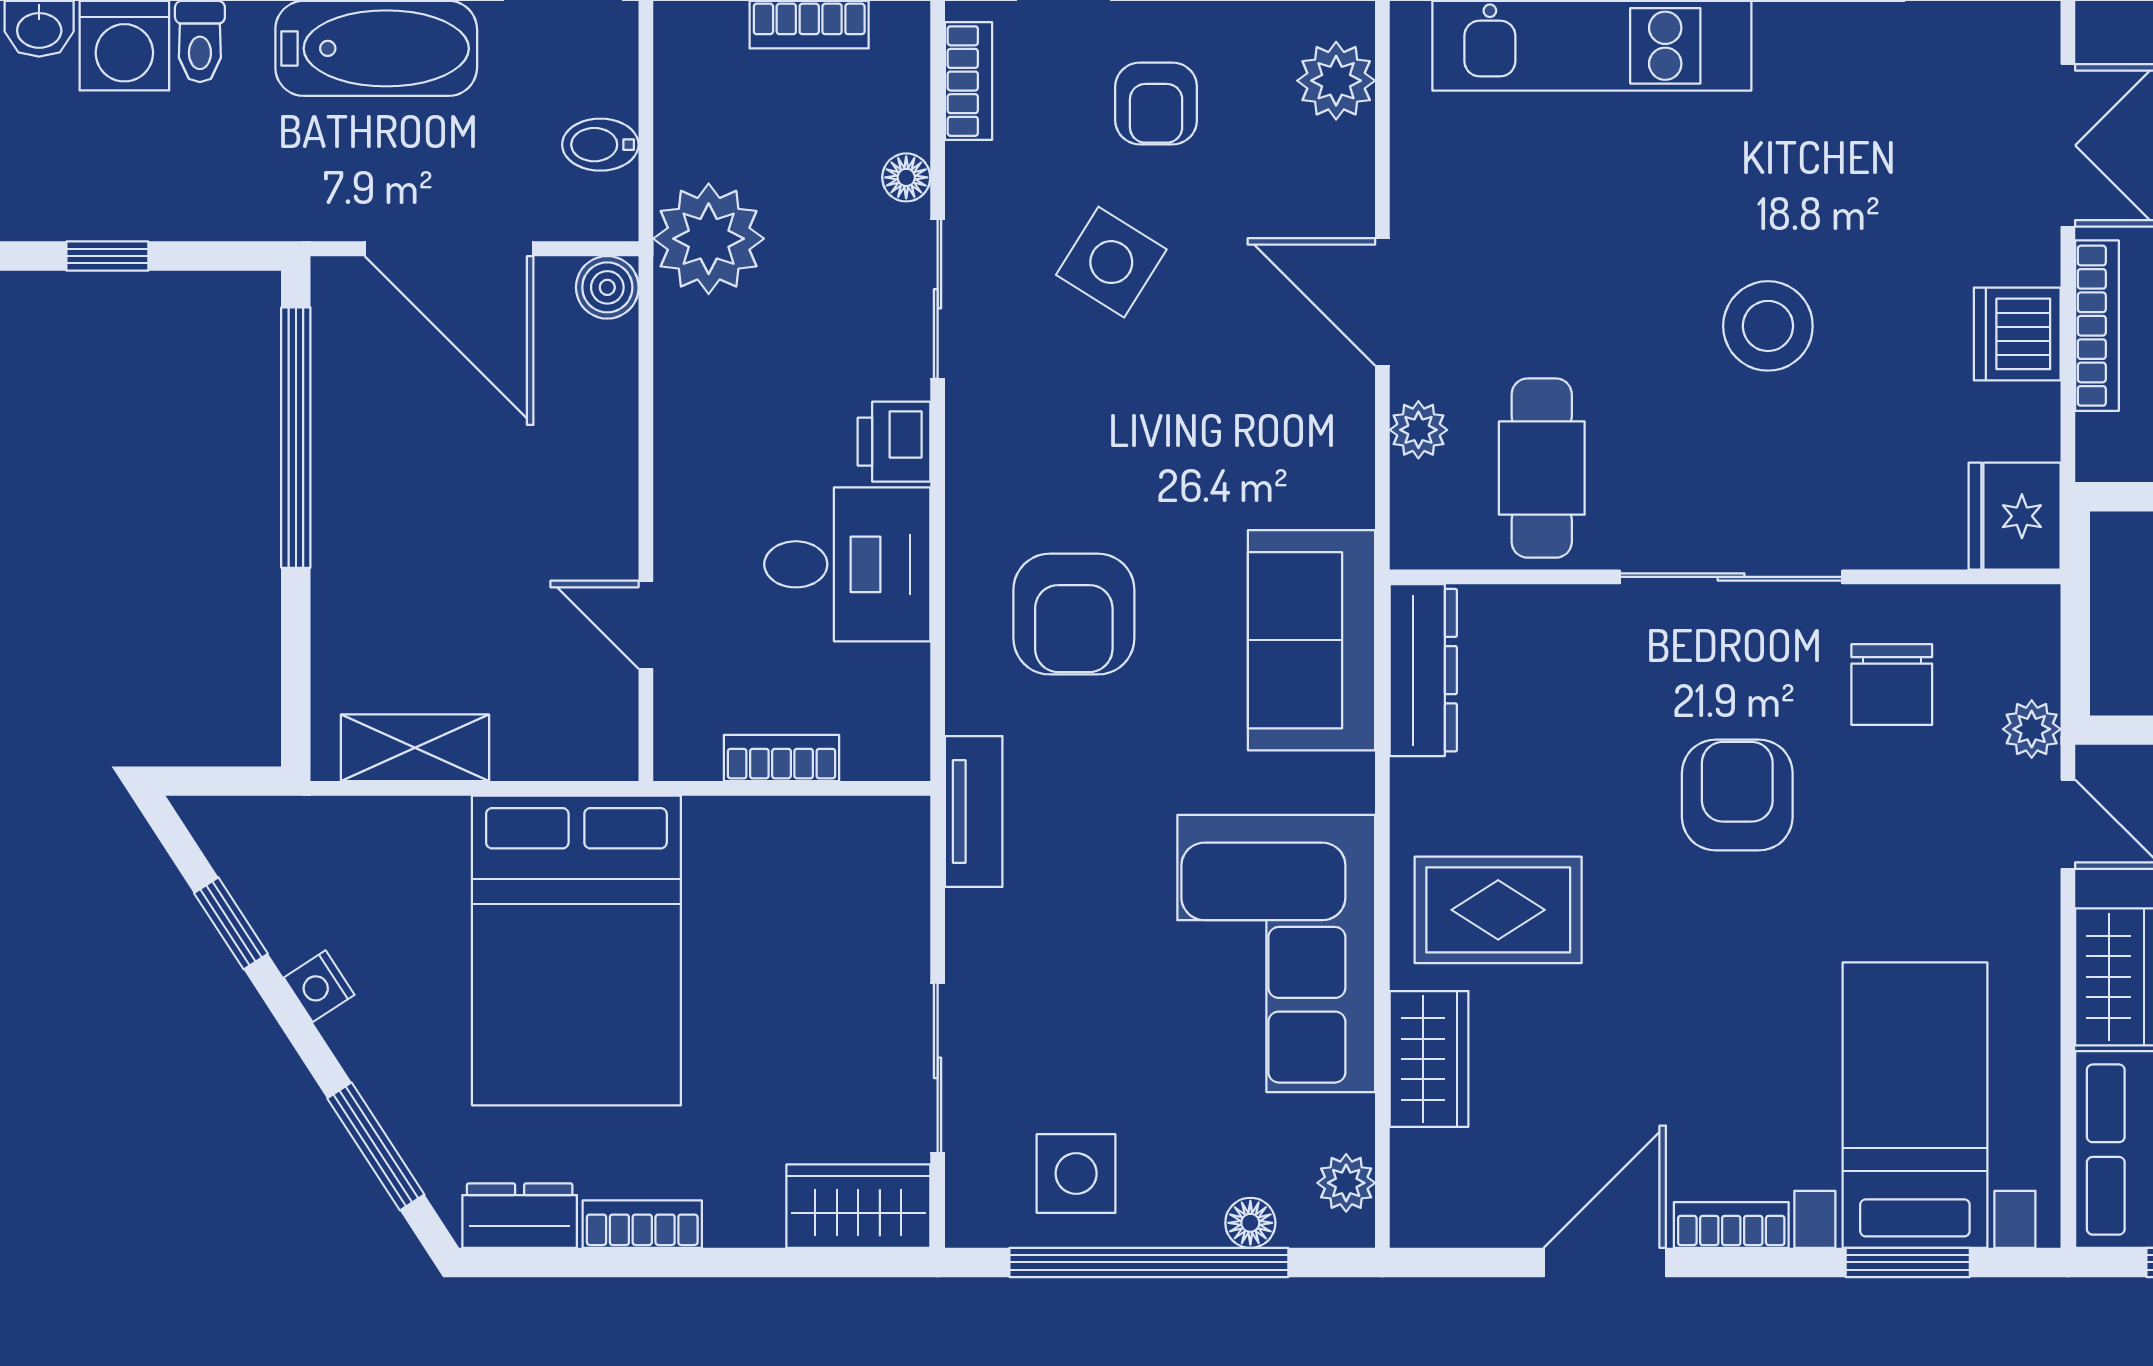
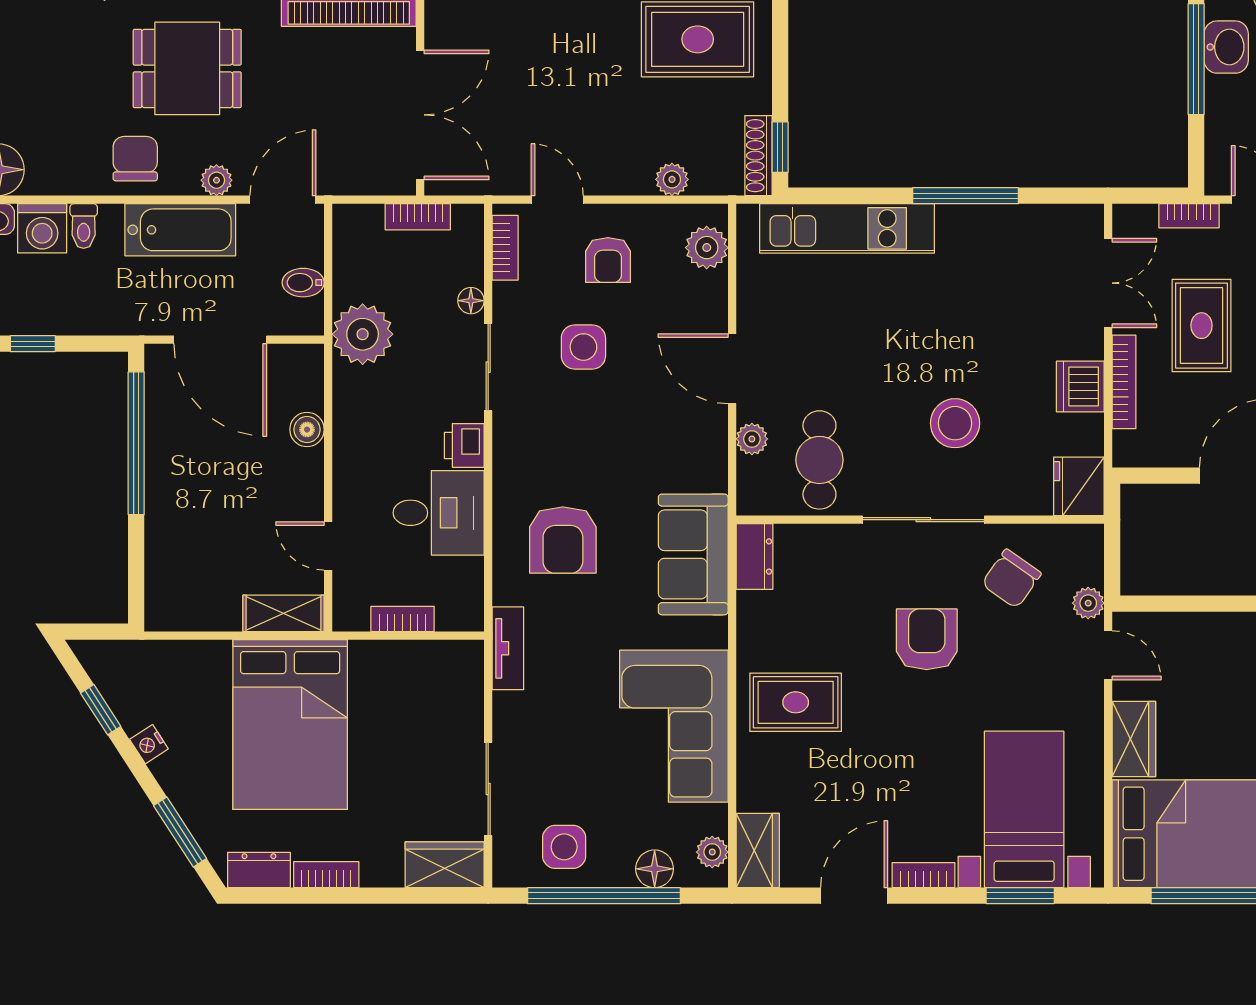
side table: (1111, 262) -> (583, 347), turned -32
boiler: (607, 287) -> (307, 430), moved
stool: (1768, 326) -> (955, 423), moved
dresser: (1423, 670) -> (755, 556), width x0.70
chair: (1892, 685) -> (1011, 579), turned 35
shelving: (415, 748) -> (284, 613), moved
wardrobe: (1429, 1059) -> (758, 850), moved
floor lamp: (1250, 1223) -> (655, 869), width x1.37, depth x1.37

